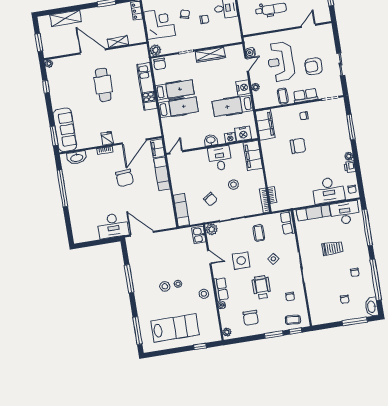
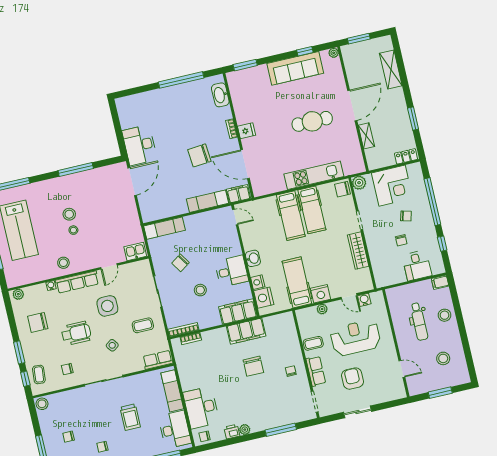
filing cabinet: (265, 125) -> (246, 331), moved
sofa: (65, 130) -> (295, 68), moved
plant: (212, 229) -> (143, 267), removed
row of seats: (221, 289) -> (77, 282), width x1.48
stool: (317, 319) -> (42, 404), added

